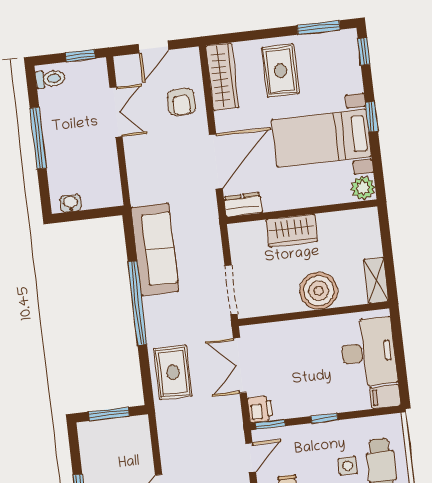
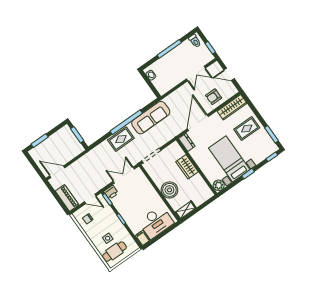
door: (216, 162) -> (198, 123), swing flipped
rug: (173, 373) -> (121, 139), moved

